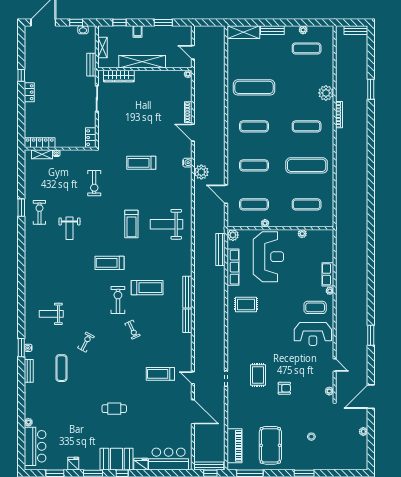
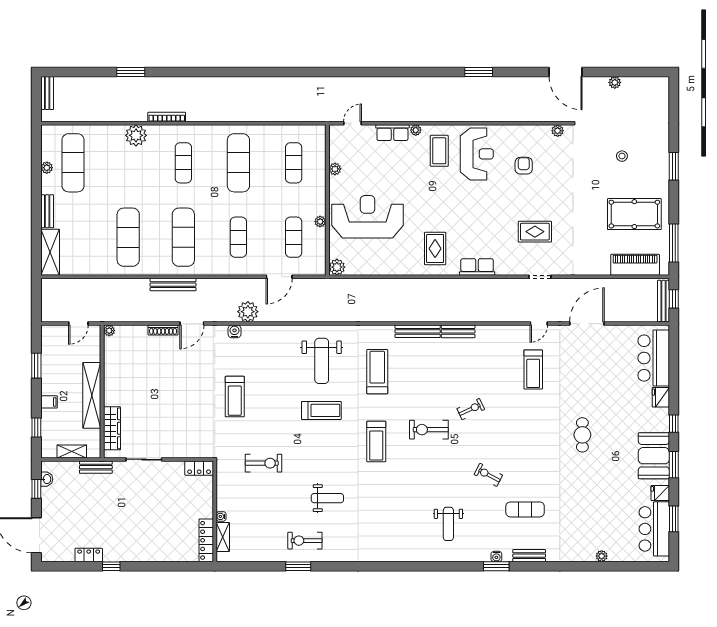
exercise mat: (307, 48) -> (73, 163), width x1.36, depth x1.45
locker: (29, 92) -> (89, 555), moved
exercise mat: (254, 126) -> (183, 237), width x1.36, depth x1.45
bench: (220, 250) -> (173, 285), moved
row of seats: (233, 267) -> (477, 267), moved, width x0.68
treadmill: (147, 288) -> (377, 372), moved
door: (335, 365) -> (352, 123), moved
armchair: (284, 388) -> (524, 166), moved
bar counter: (35, 446) -> (654, 529), moved, turned -90
booth: (117, 459) -> (654, 456), moved

